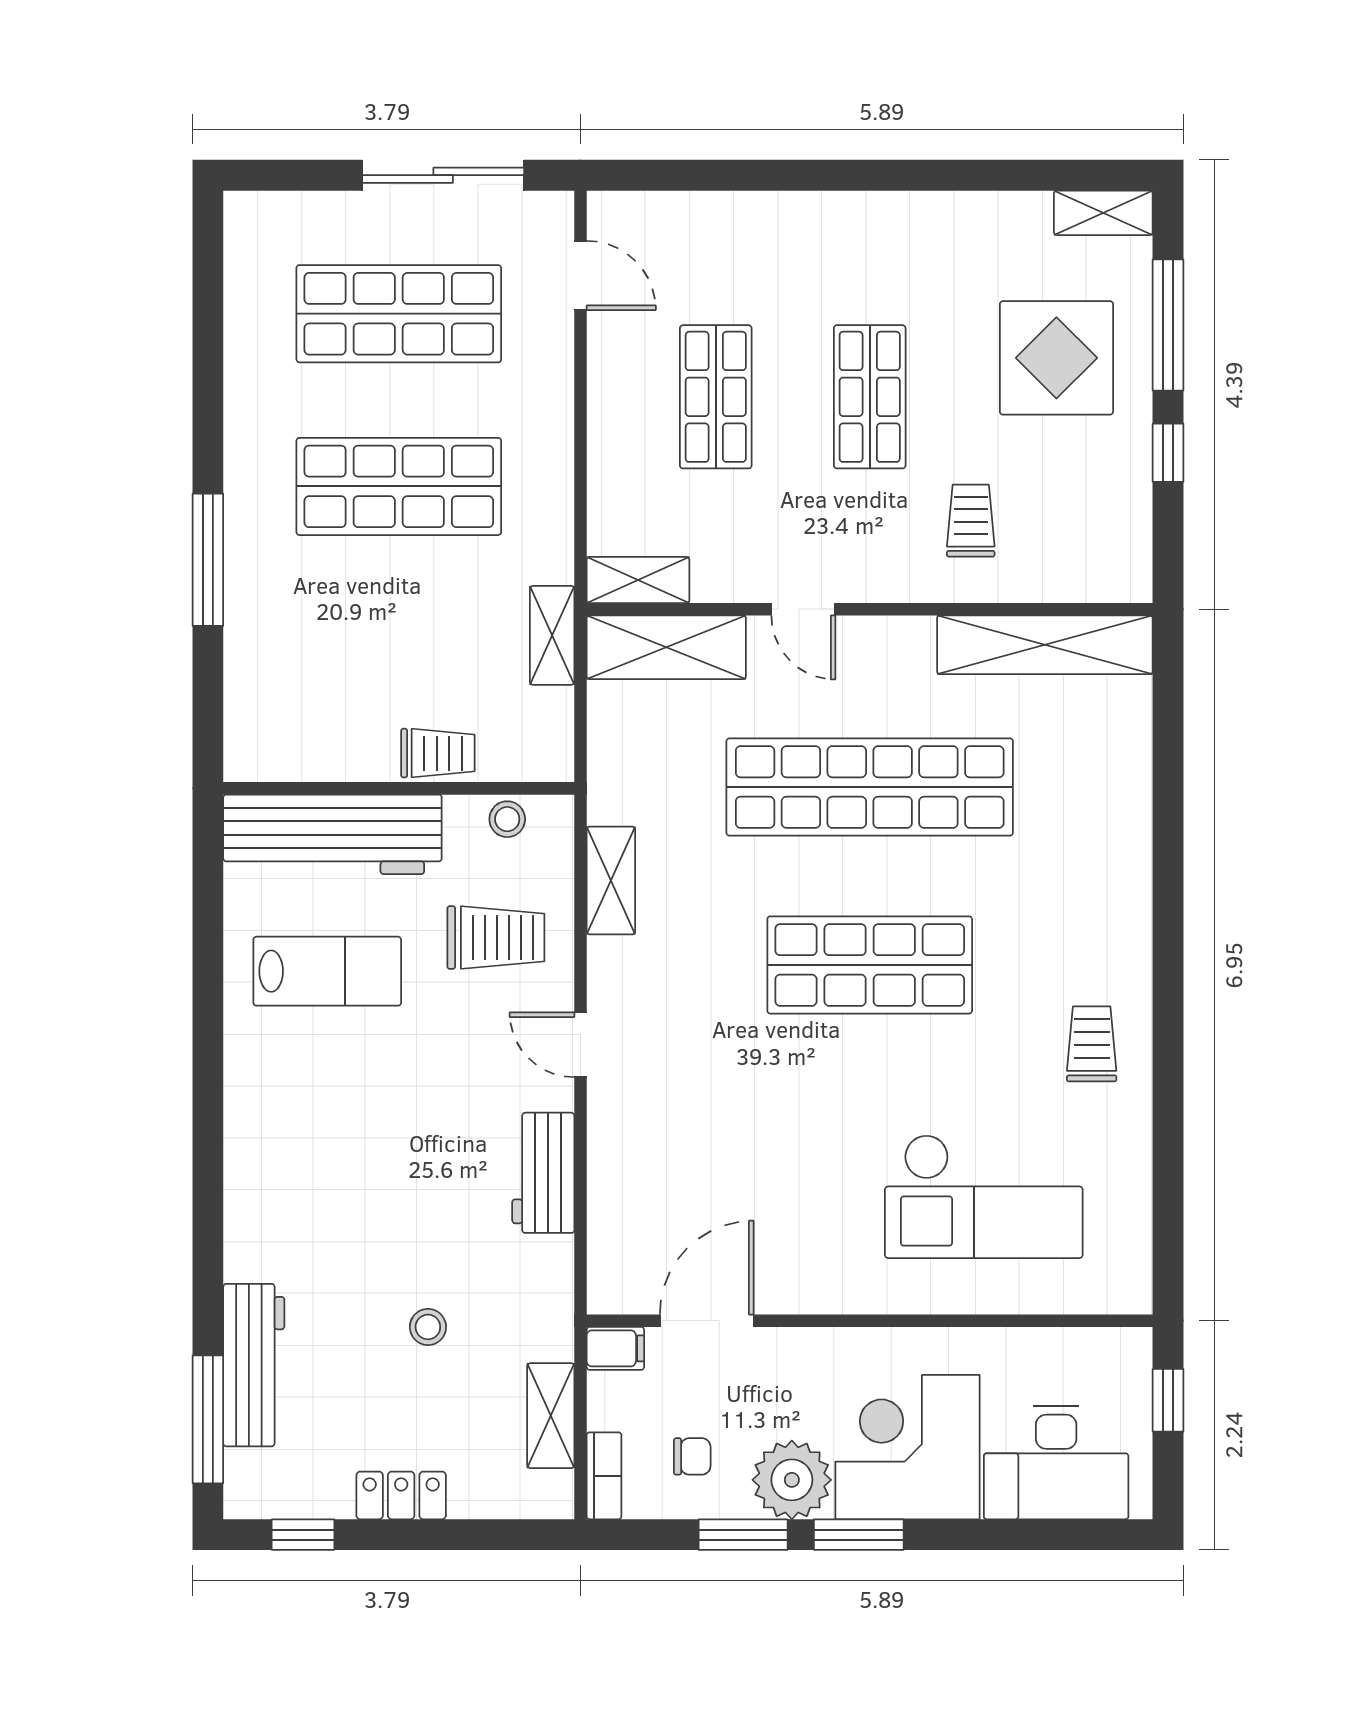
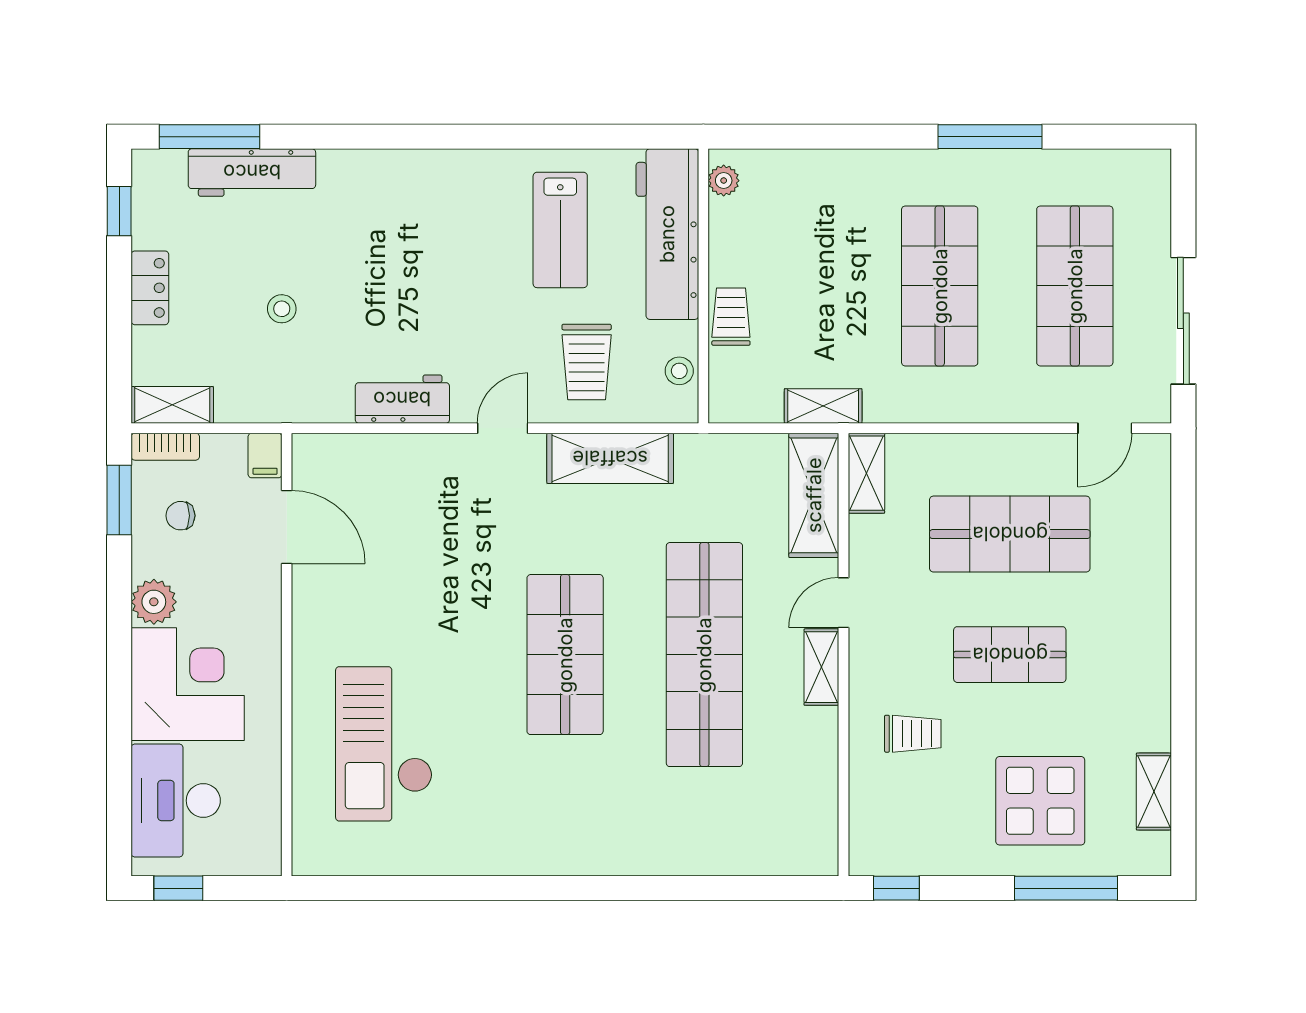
shelving: (1103, 213) -> (1154, 792), moved
shop shelf: (716, 397) -> (1010, 534), width x1.43, depth x1.36
window: (1168, 453) -> (896, 888), moved
window: (208, 560) -> (990, 137), moved
shelving: (1045, 645) -> (821, 667), moved, width x0.45, depth x0.75
trolley: (438, 753) -> (731, 317), turned 180
plant: (264, 762) -> (724, 181), added
shelving: (611, 880) -> (610, 458), width x1.50, depth x1.33
trolley: (1092, 1044) -> (503, 828), removed
window: (1168, 1400) -> (178, 888), moved
shelving: (551, 1416) -> (172, 405), moved
chair: (692, 1456) -> (180, 516), turned 90
plant: (792, 1480) -> (154, 602), width x0.73, depth x0.73
window: (743, 1535) -> (119, 500), moved
window: (859, 1535) -> (119, 646), removed

